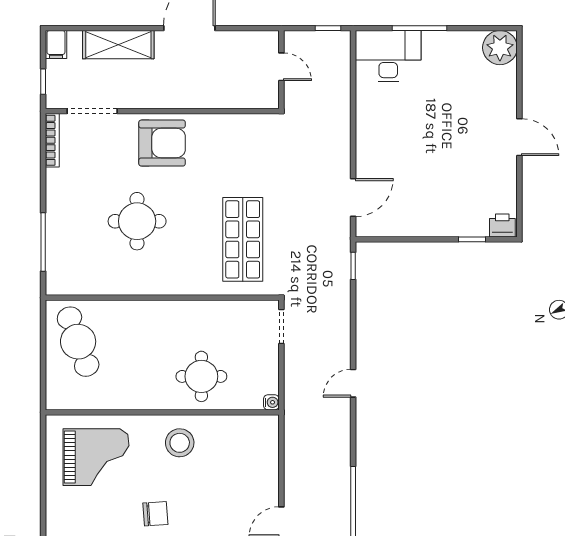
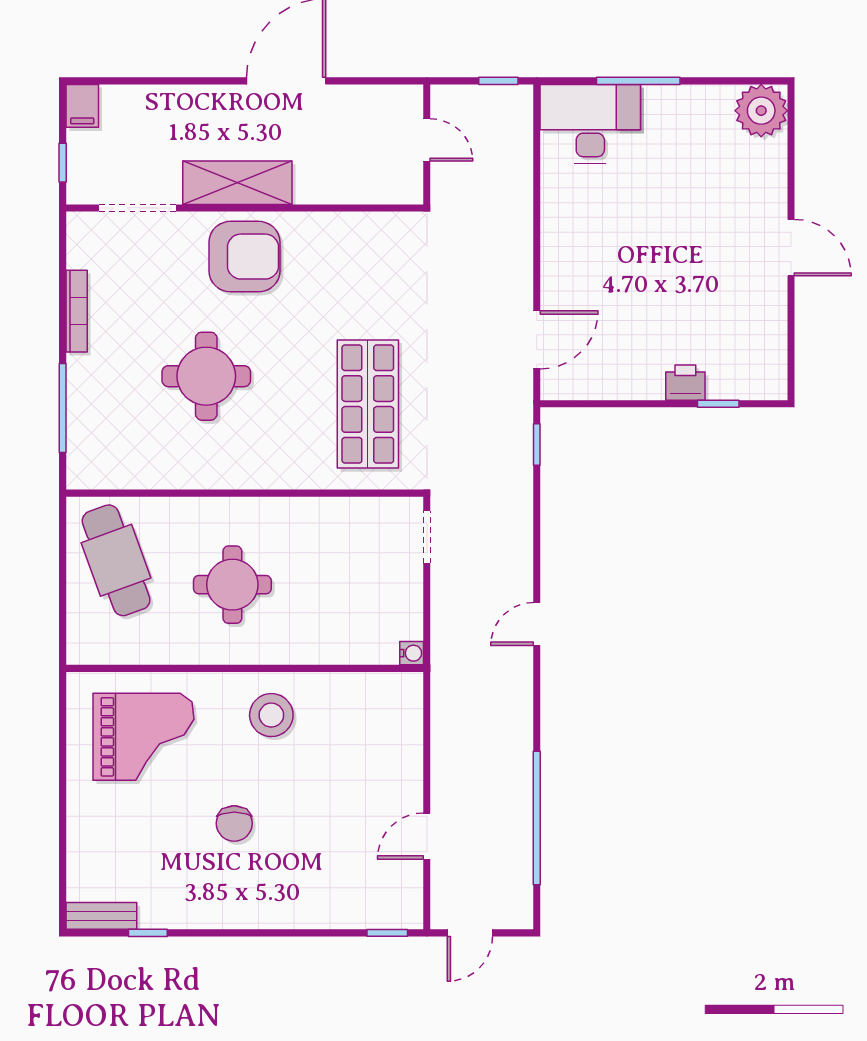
shelving: (118, 45) -> (237, 183), moved
bookcase: (52, 140) -> (77, 311), moved
printer: (502, 225) -> (685, 383), moved
round table: (201, 376) -> (232, 585), moved
chair: (155, 514) -> (234, 823), turned 94

